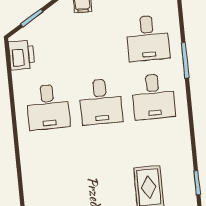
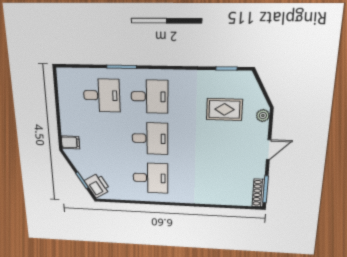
printer: (22, 55) -> (97, 185), moved, turned 59

